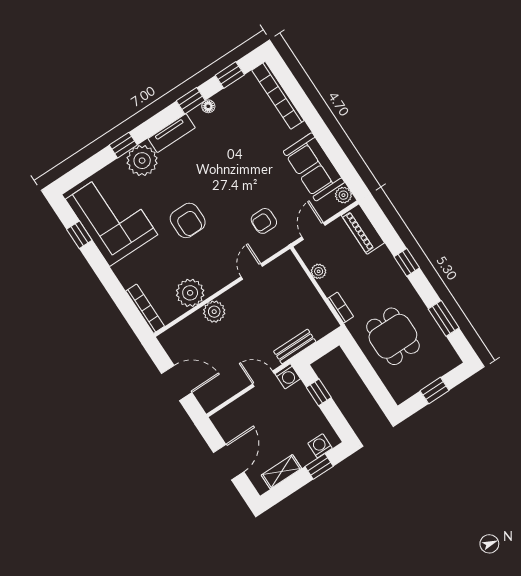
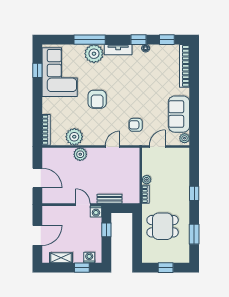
window: (123, 145) -> (90, 40), width x2.17
piano: (363, 229) -> (183, 162), removed
plant: (319, 271) -> (147, 180), moved
dining table: (393, 336) -> (163, 226), turned 90

